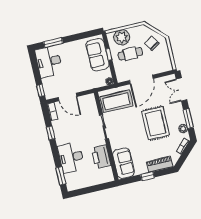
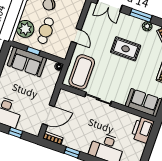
door: (141, 79) -> (76, 36), width x0.53
window: (41, 90) -> (16, 133), moved
rug: (155, 123) -> (126, 49), width x0.73, depth x0.70
printer: (101, 157) -> (142, 130), moved, turned 90

